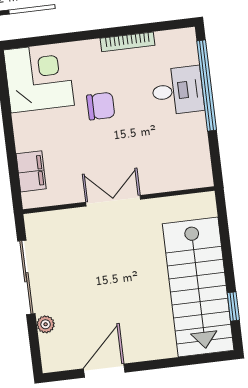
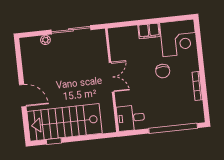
desk: (178, 91) -> (131, 118), moved, turned 90
filing cabinet: (31, 171) -> (149, 31), moved
door: (104, 371) -> (23, 96), moved

